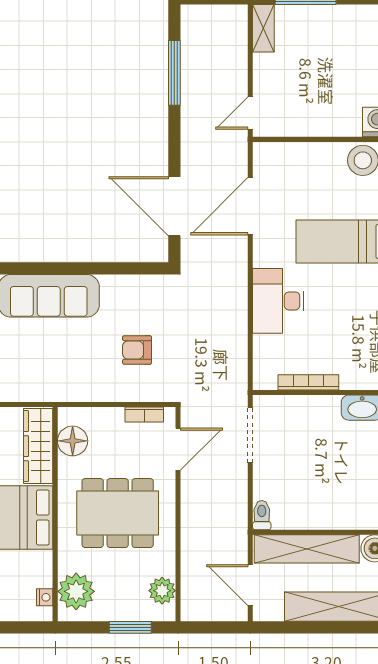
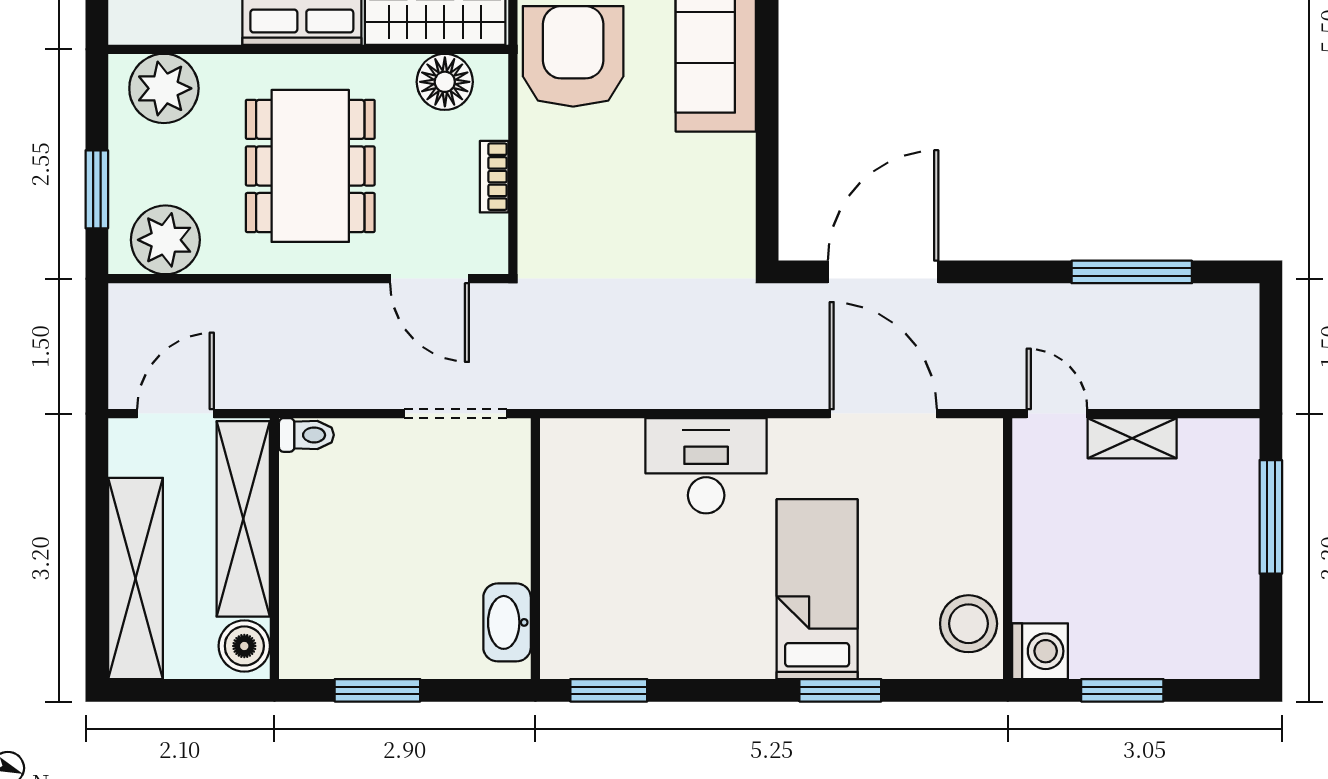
shelving: (263, 28) -> (1132, 438), moved
armchair: (137, 350) -> (573, 56), moved, width x1.88, depth x1.88
bookcase: (308, 382) -> (554, 522), removed
bookcase: (144, 415) -> (494, 177), moved
plant: (162, 591) -> (165, 240), width x1.36, depth x1.36
nightstand: (45, 597) -> (153, 30), removed

